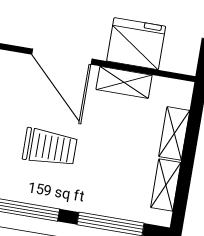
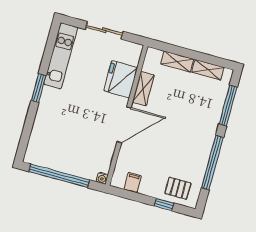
trolley: (50, 147) -> (178, 138), removed

